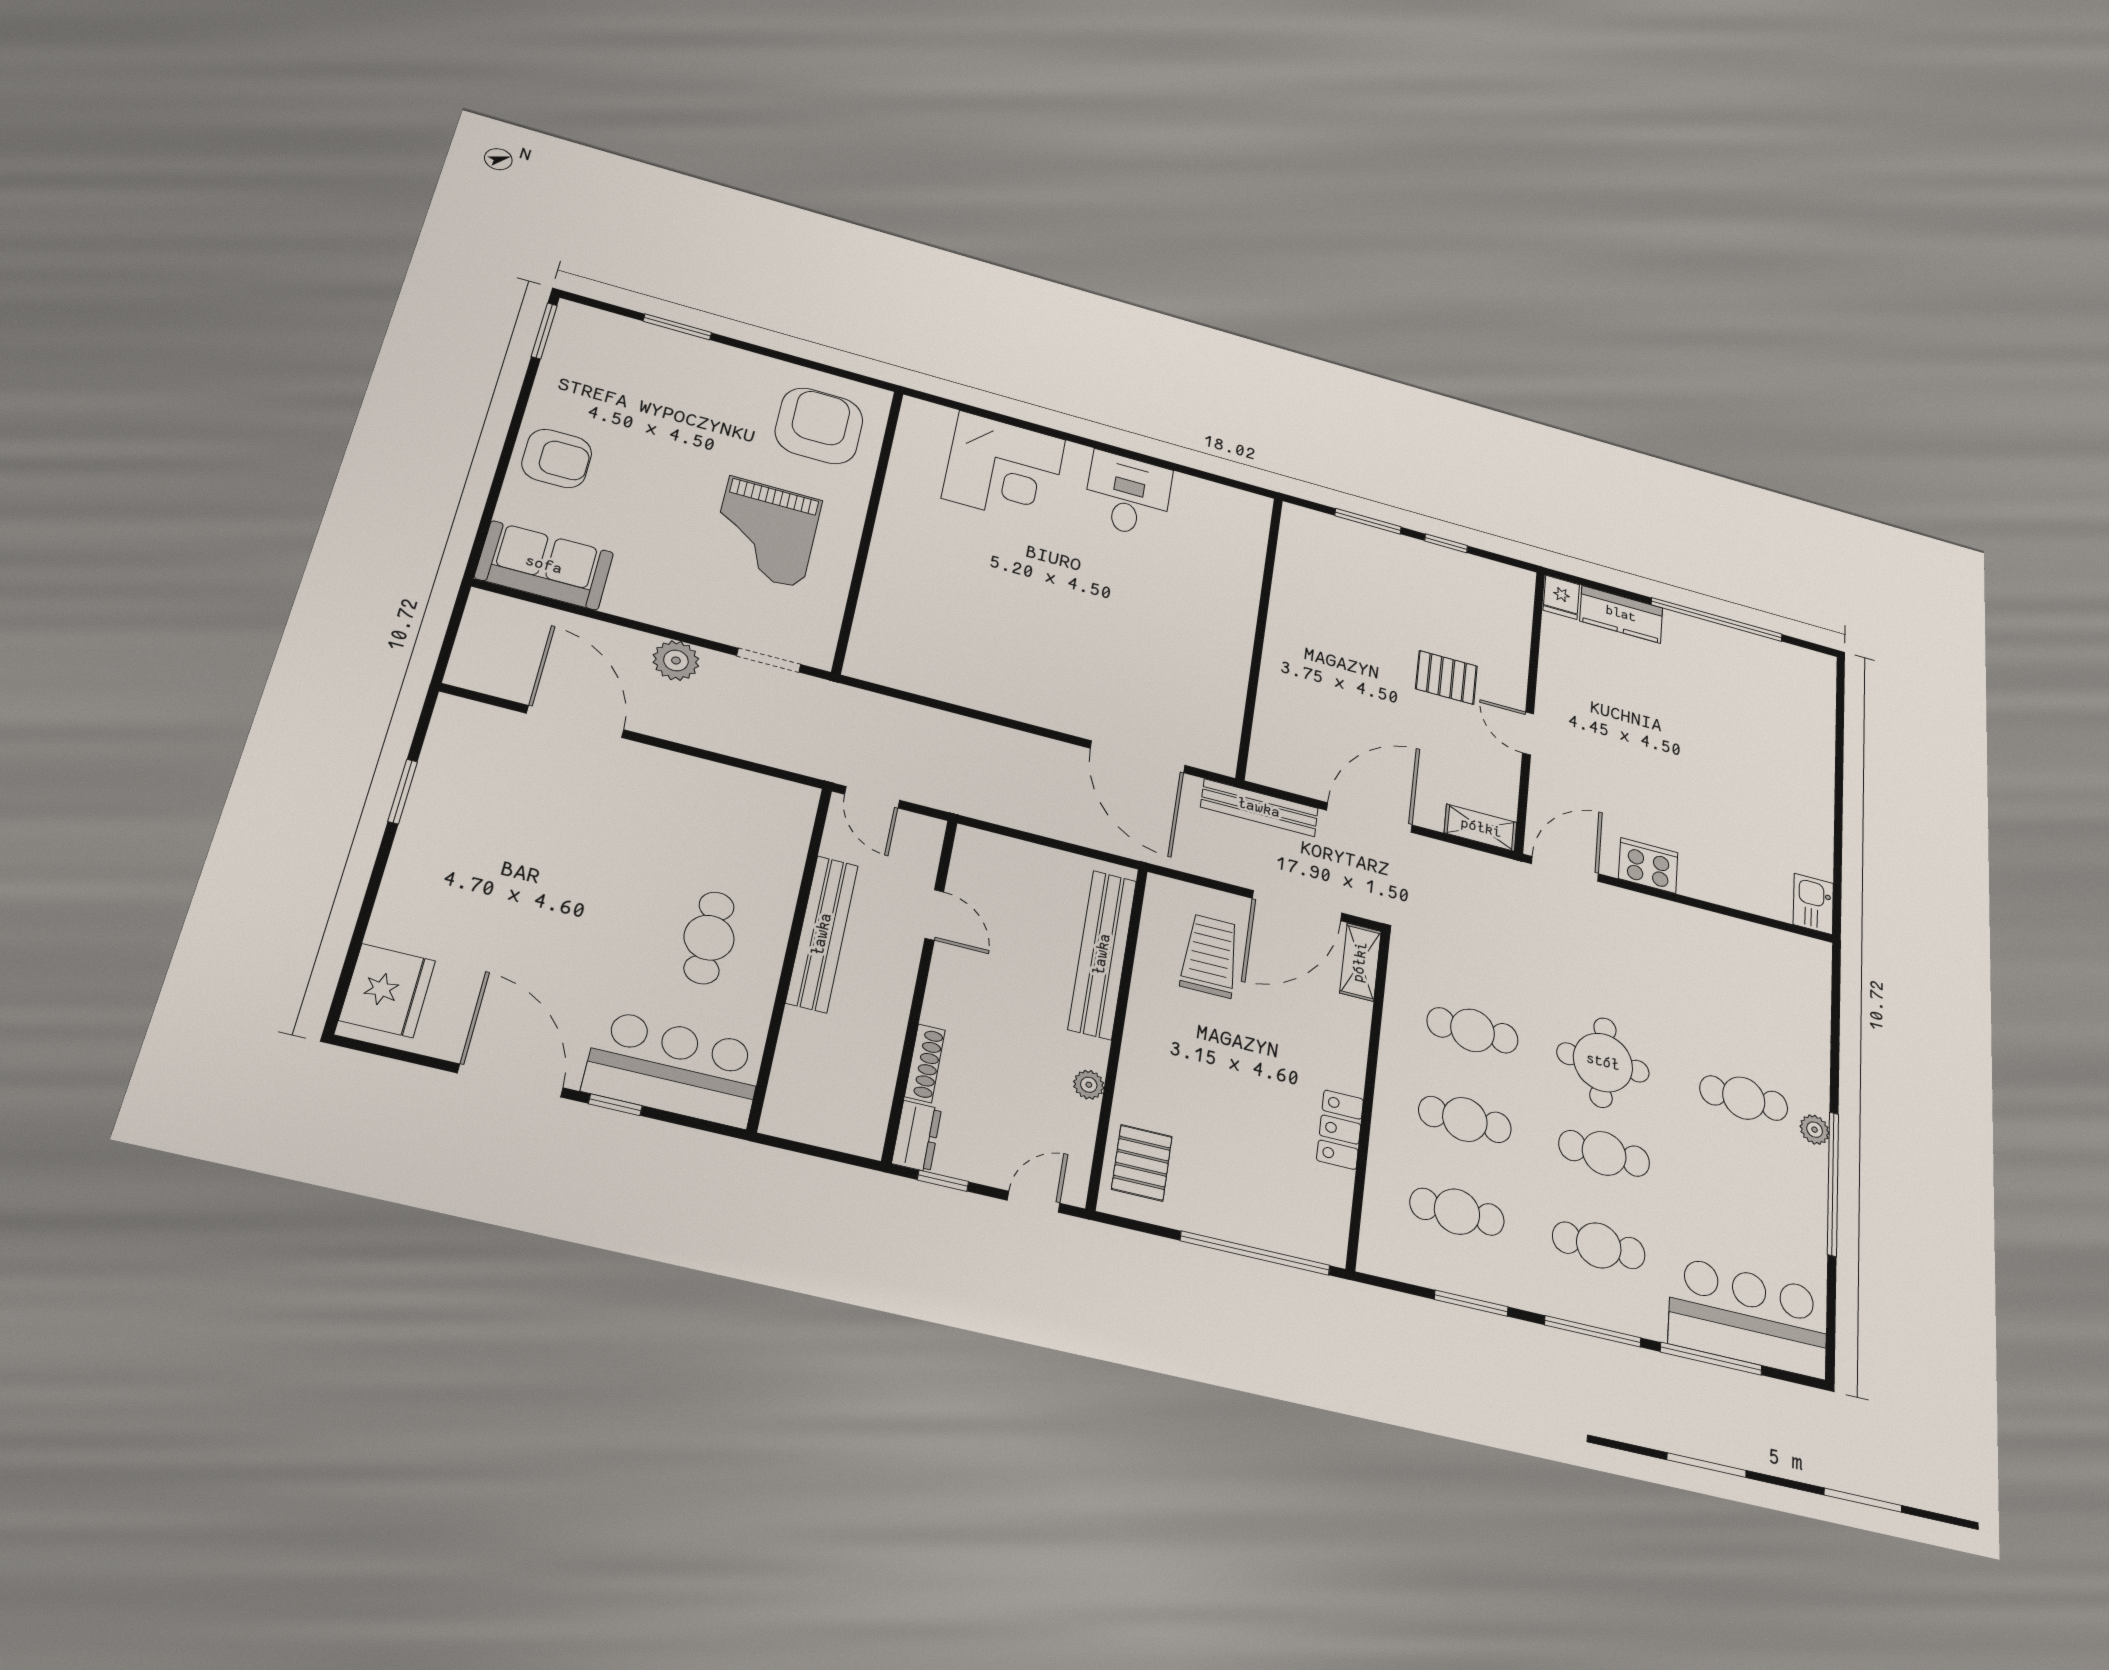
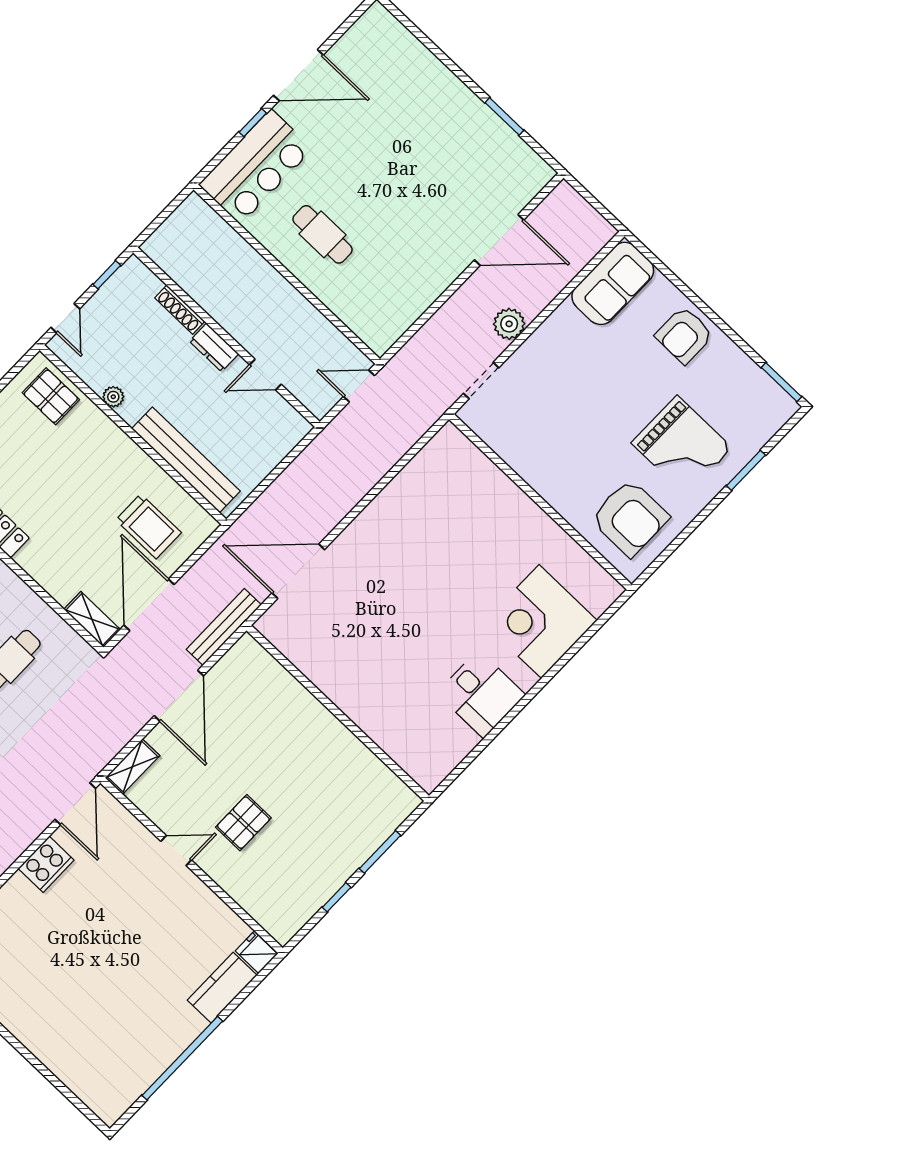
grand piano: (766, 532) -> (682, 445), moved, turned 180
bench: (822, 934) -> (290, 301), removed
fridge: (387, 990) -> (387, 40), removed
dresser: (917, 1136) -> (214, 347), moved

